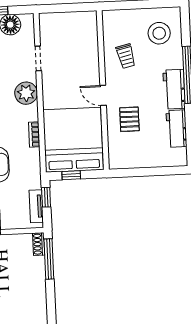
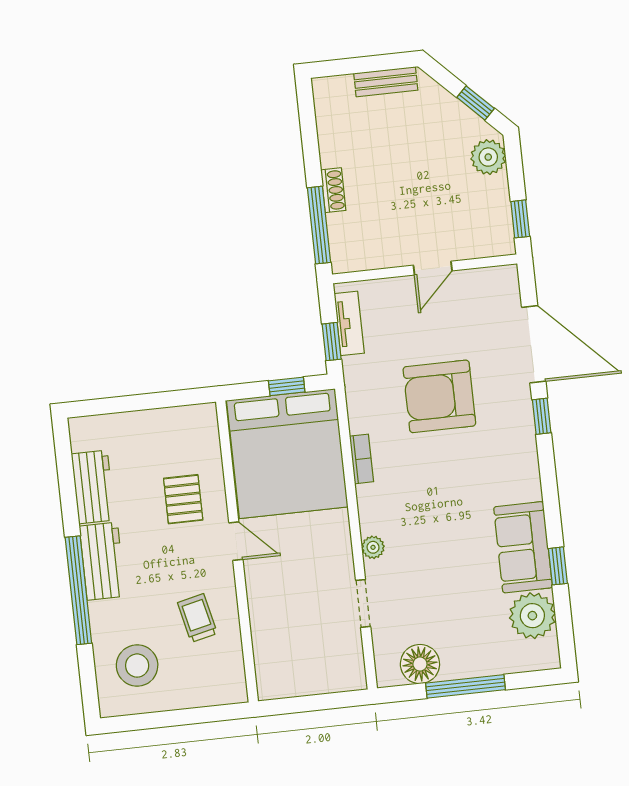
plant: (26, 93) -> (373, 547), width x0.53, depth x0.53
shoe rack: (39, 244) -> (333, 190), moved

